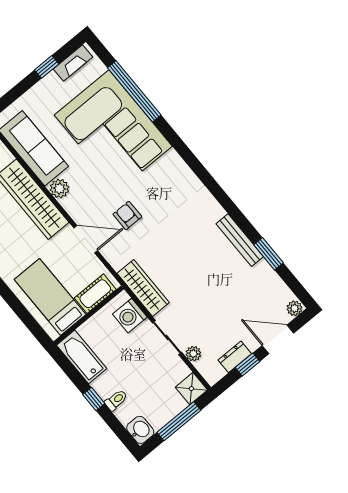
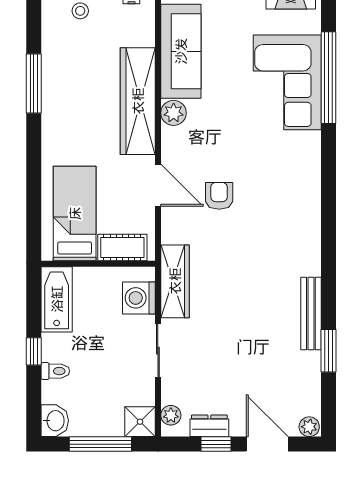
corner sofa: (113, 131) -> (287, 82), width x0.73, depth x0.74
plant: (193, 354) -> (171, 415), moved

